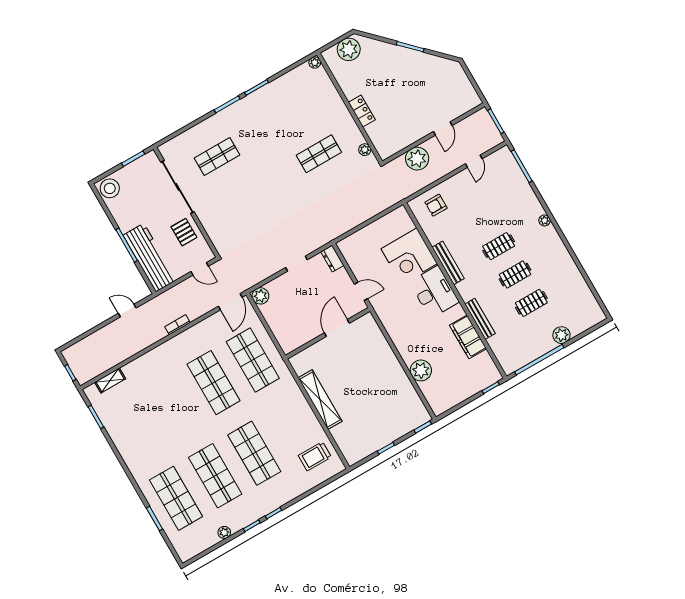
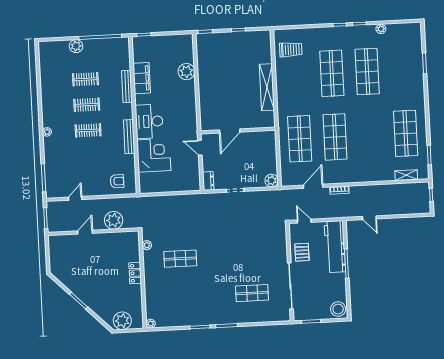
door: (230, 302) -> (313, 186), moved
shop shelf: (176, 498) -> (406, 133), moved

